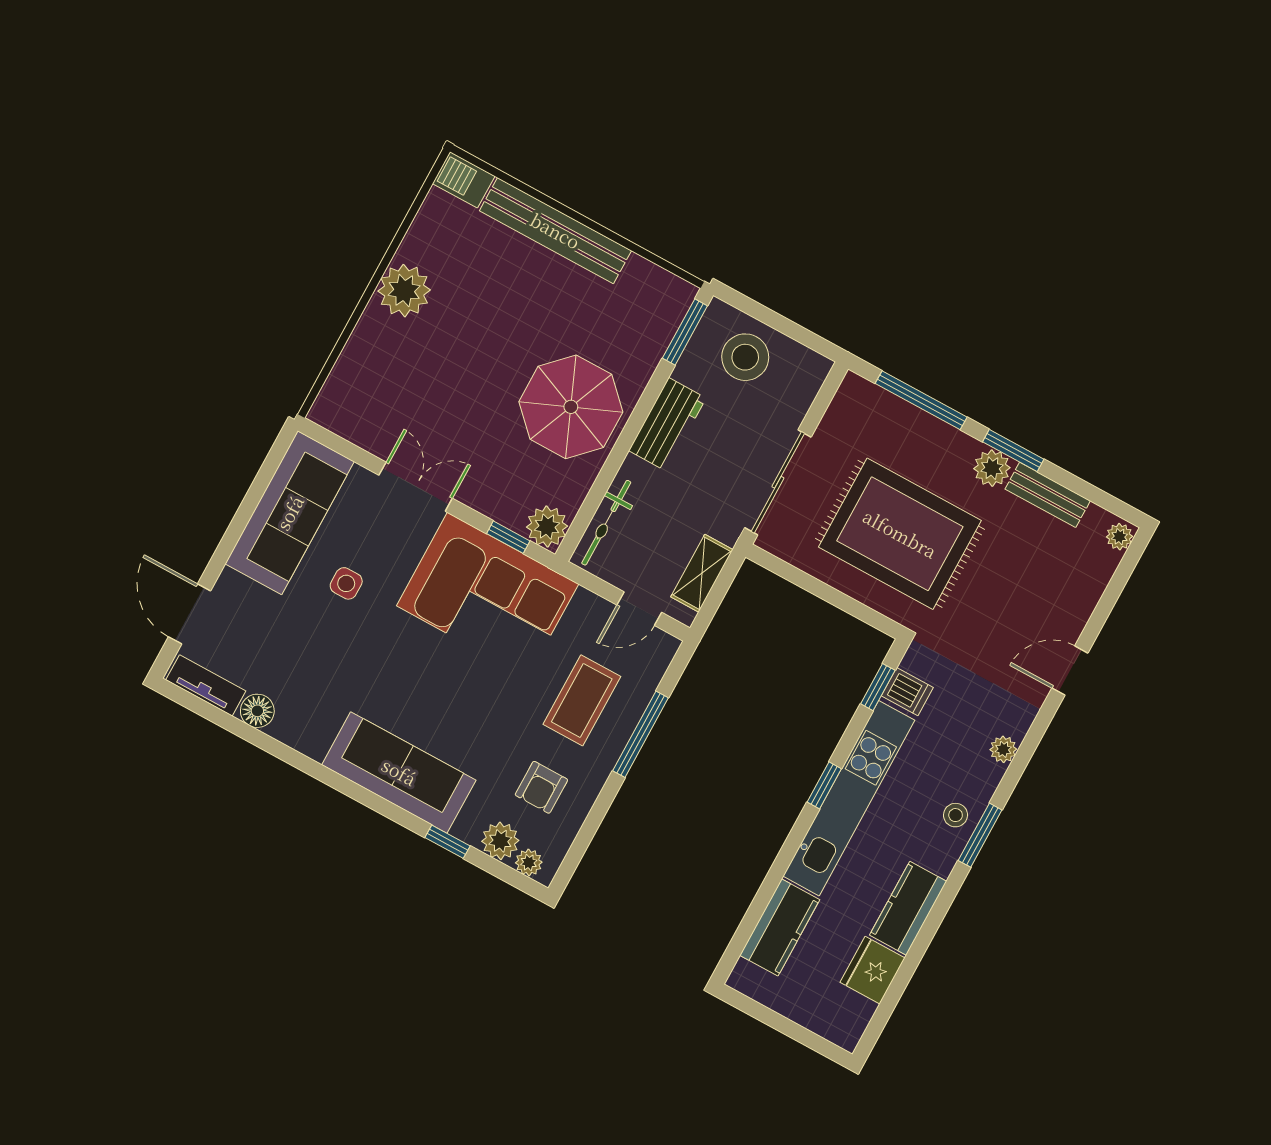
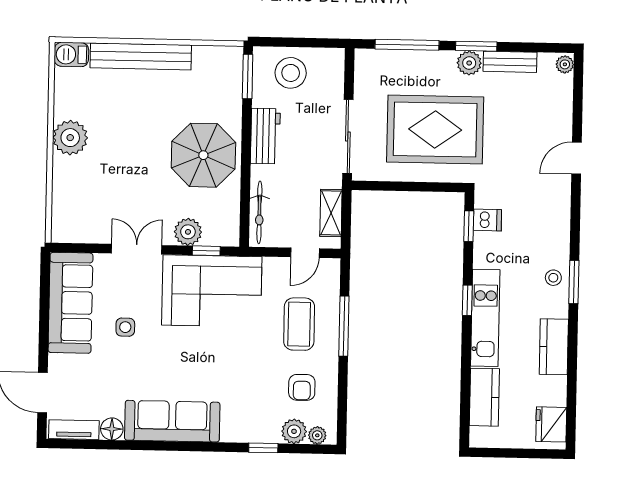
plant: (547, 527) -> (188, 232), moved
plant: (1003, 749) -> (561, 225), removed
sofa: (399, 772) -> (172, 421), moved
kitchen unit: (849, 798) -> (485, 318), width x0.73
fridge: (873, 970) -> (551, 424), moved

